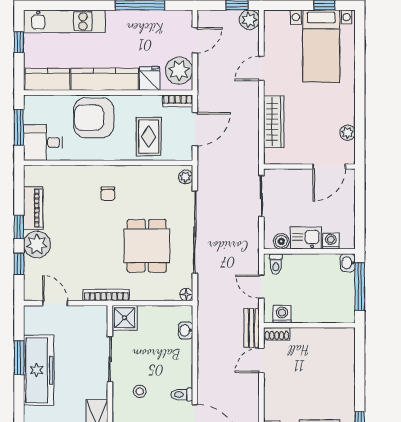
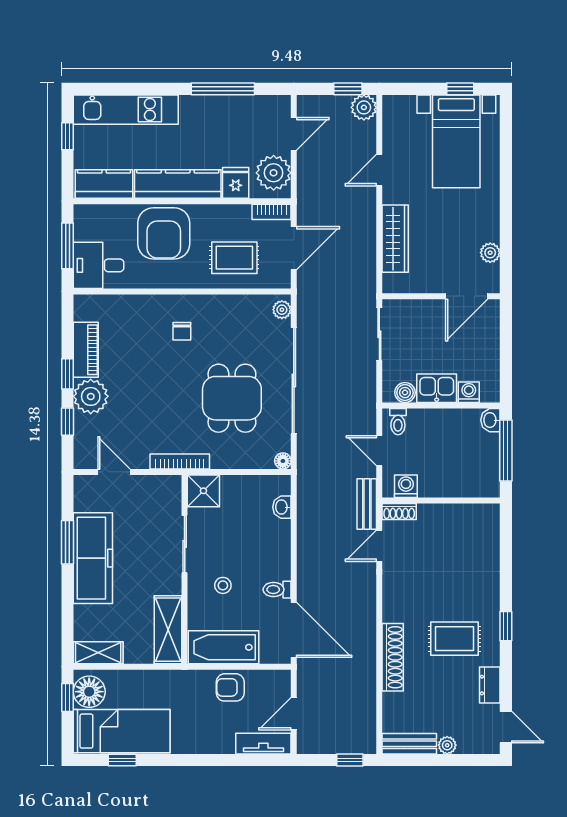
armchair: (94, 118) -> (164, 233), turned -90
rug: (149, 137) -> (234, 258), turned 90

